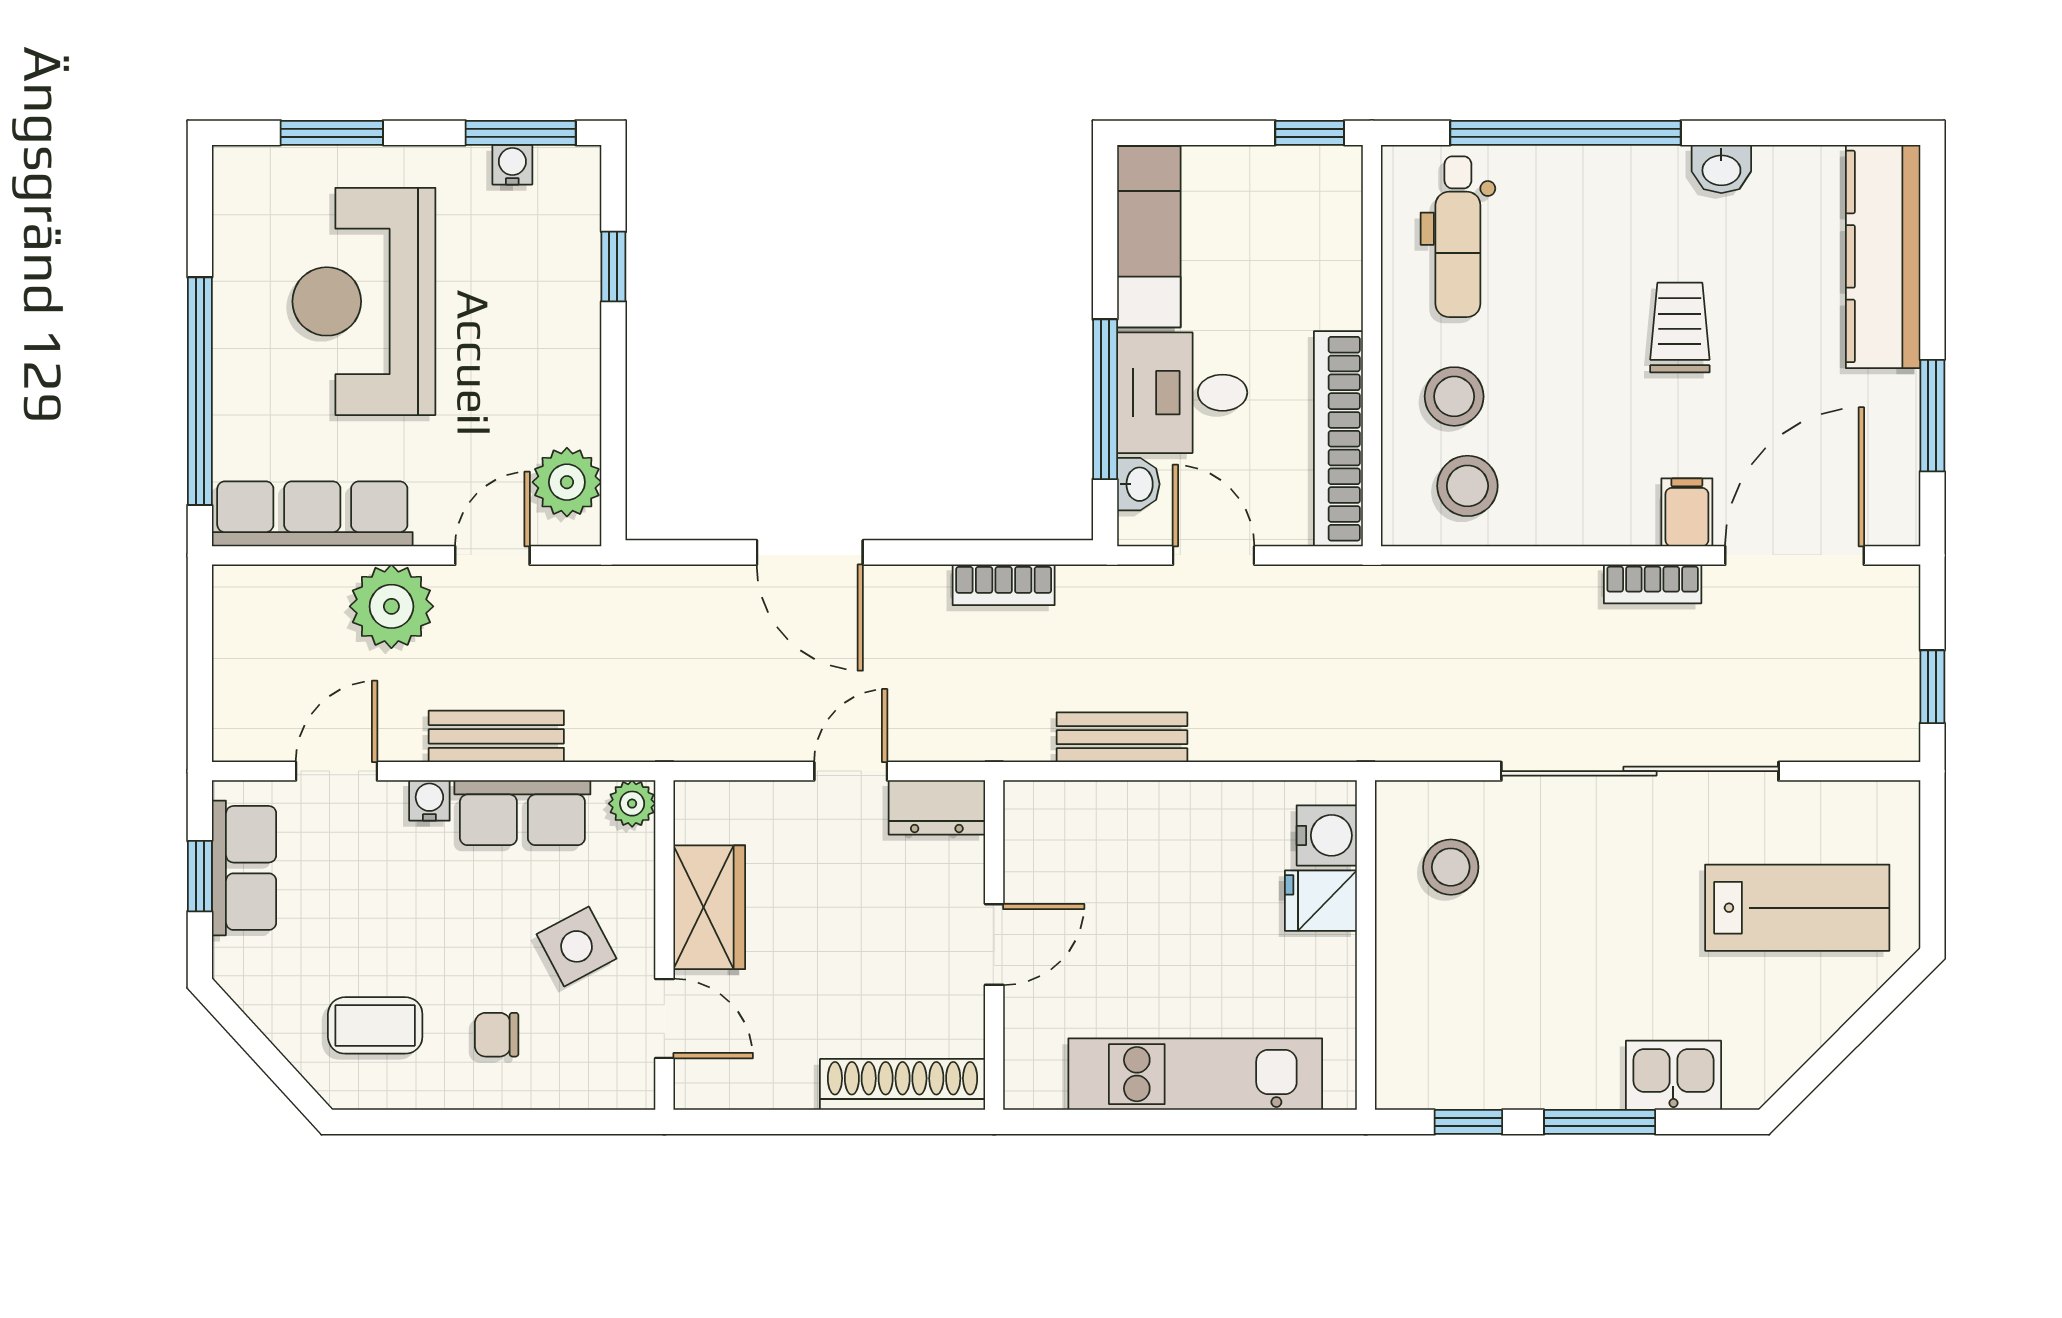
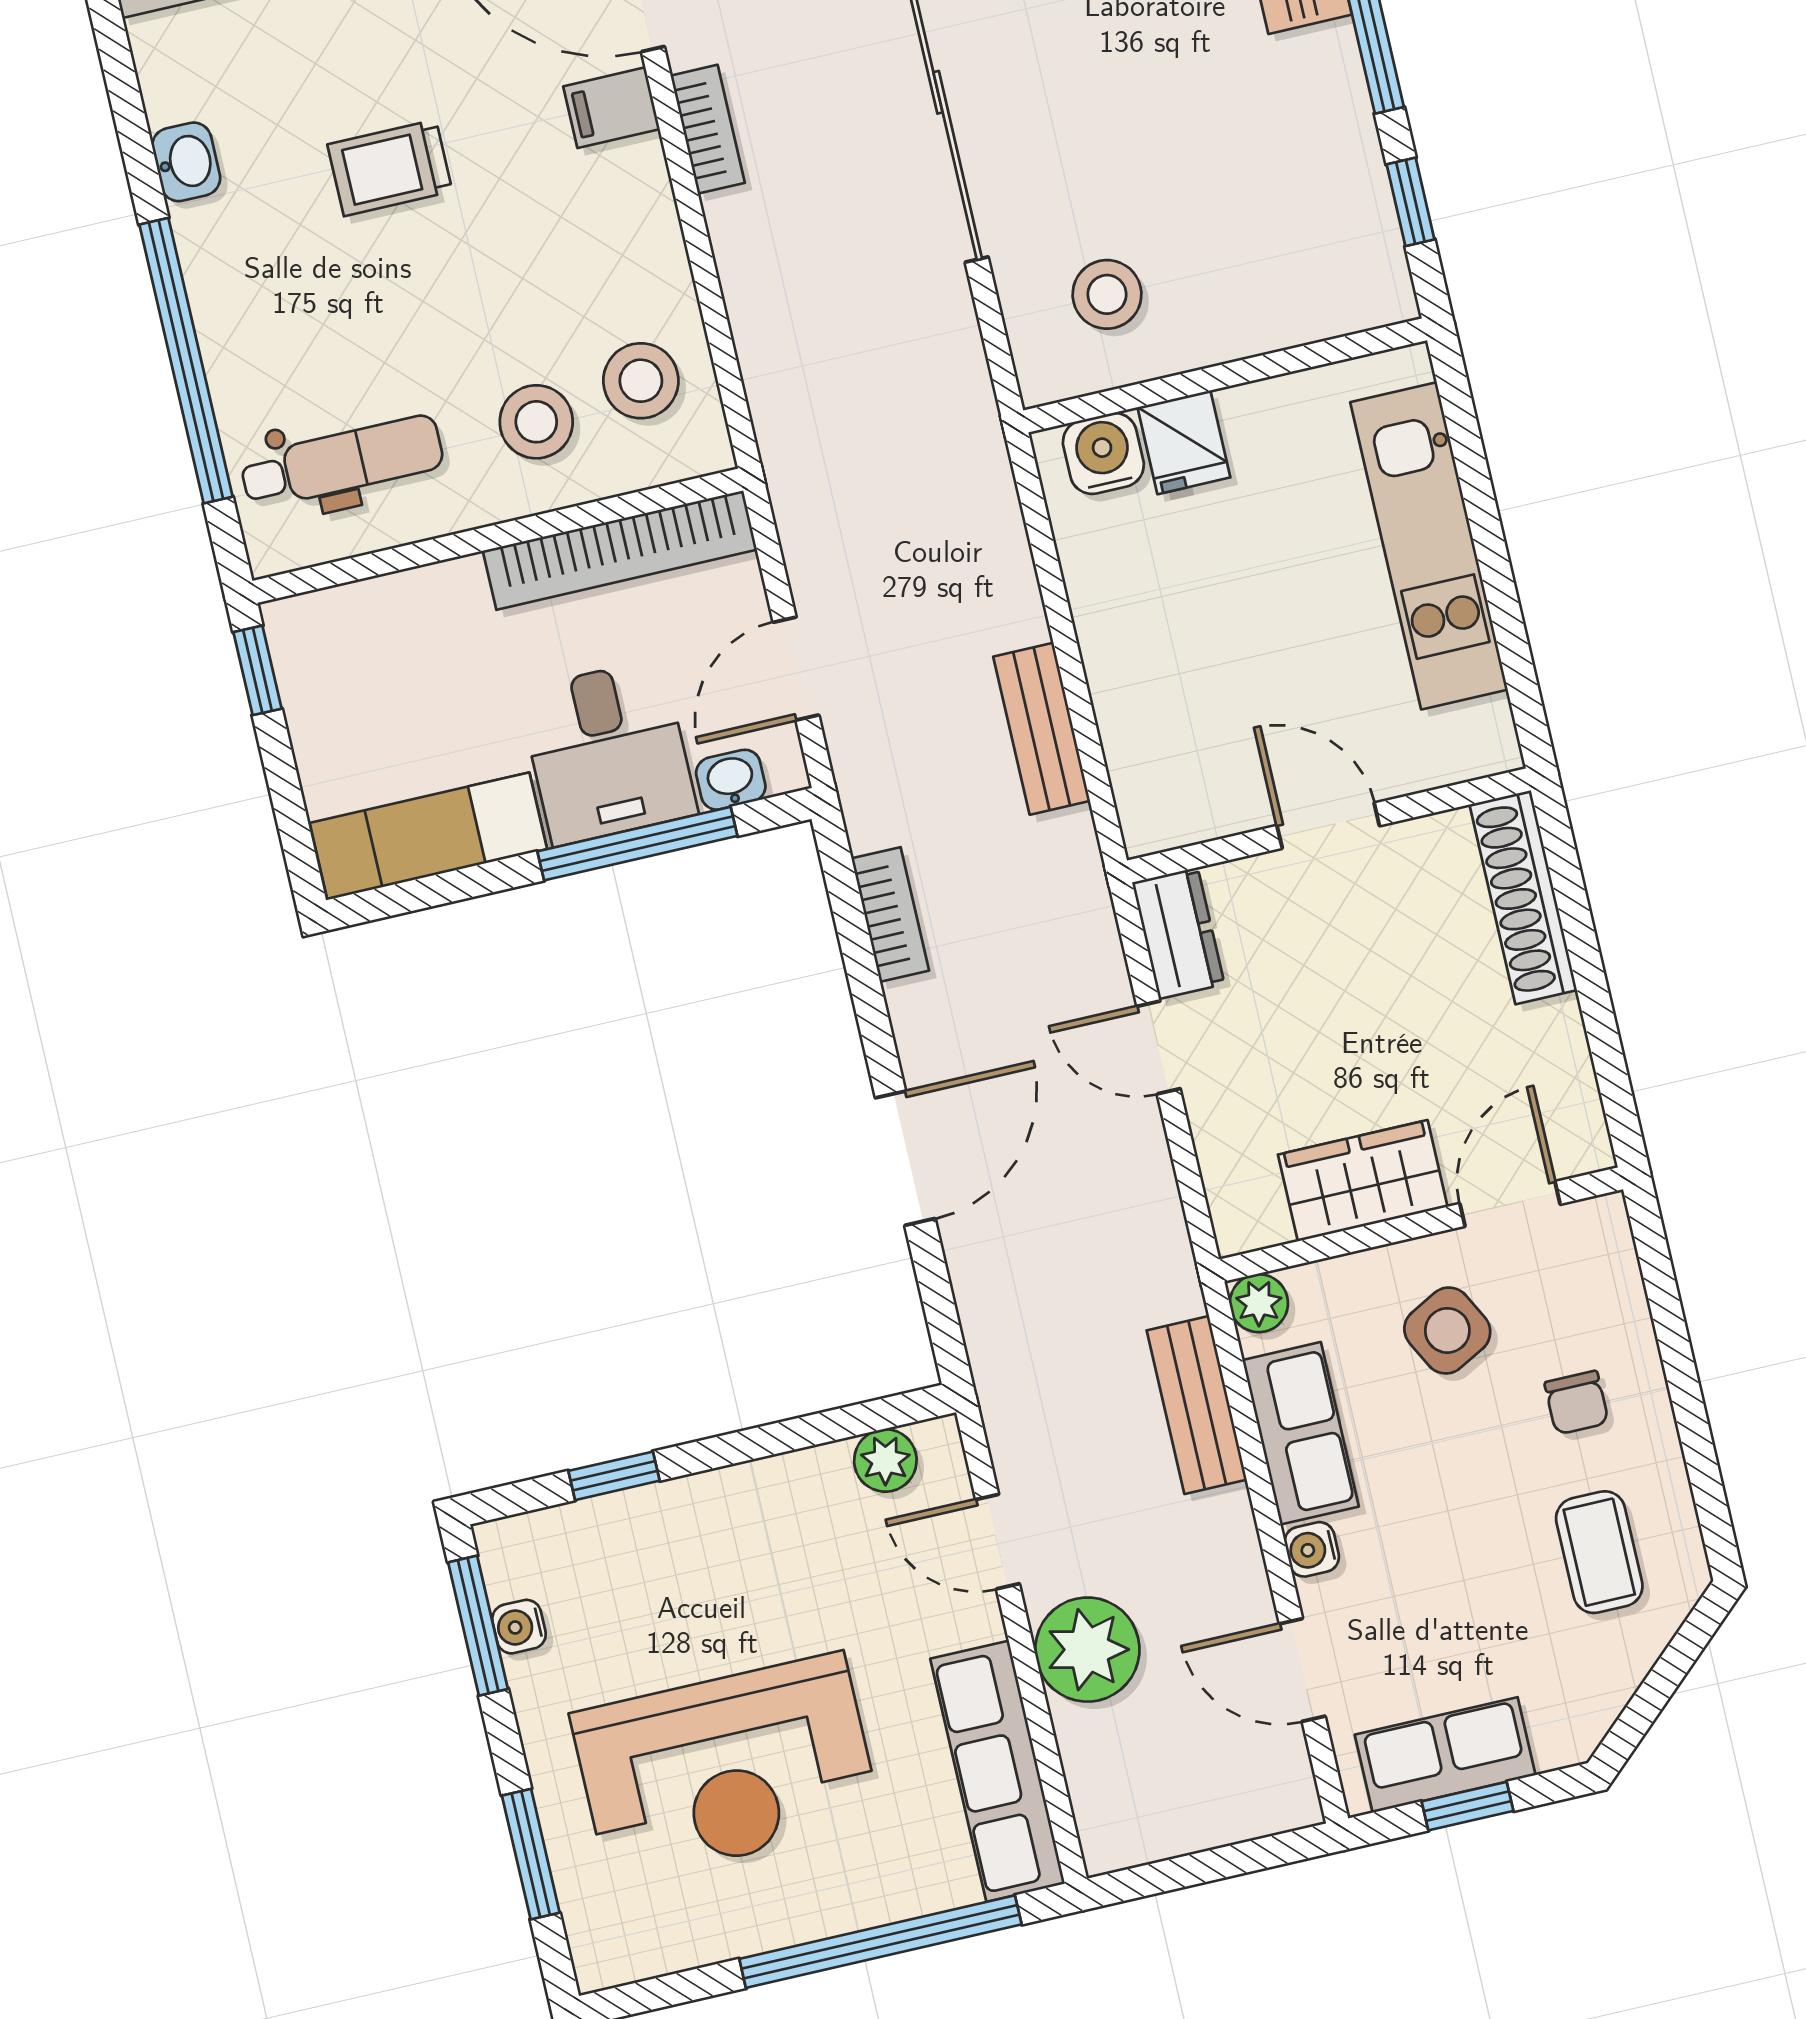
plant: (567, 482) -> (885, 1460), width x0.73, depth x0.73
bench: (496, 736) -> (1197, 1405), moved

